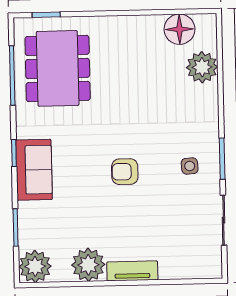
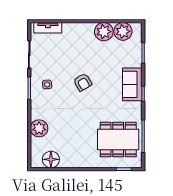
plant: (202, 67) -> (39, 128), moved
dining table: (58, 68) -> (118, 140), turned 90
armchair: (125, 172) -> (83, 82), turned 59
plant: (35, 266) -> (123, 31), moved
tv unit: (132, 271) -> (48, 28), moved

